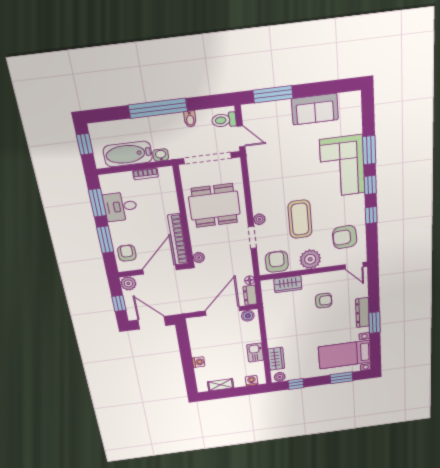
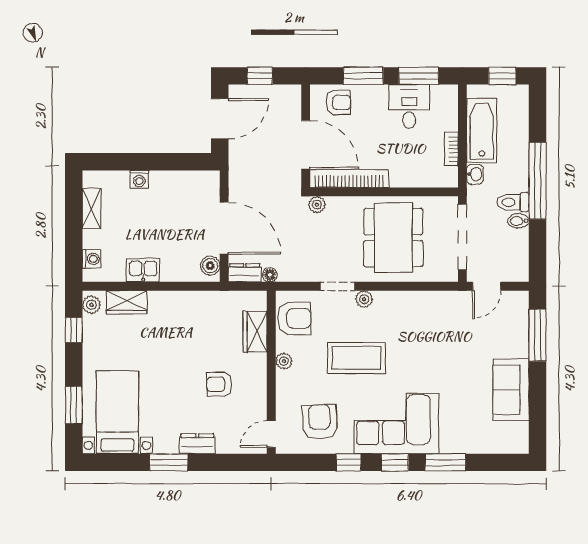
toilet: (224, 120) -> (513, 202), moved, turned -90
corner sofa: (342, 166) -> (396, 424), moved
plant: (310, 259) -> (284, 361), width x0.53, depth x0.53
plant: (128, 283) -> (290, 96), removed
armchair: (324, 301) -> (219, 384), turned 90
dresser: (362, 313) -> (197, 444), width x0.70

